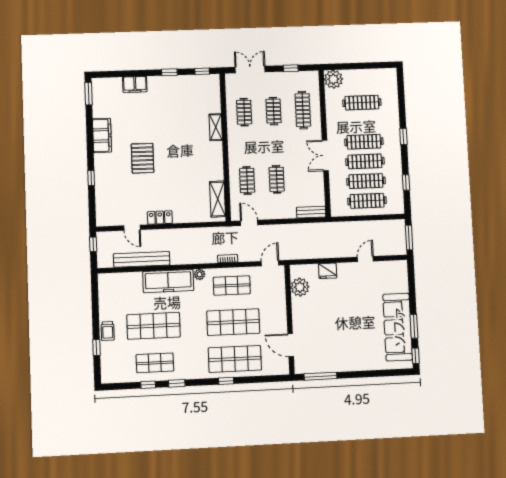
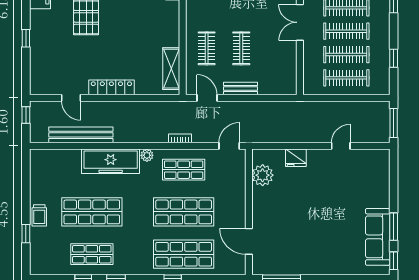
bench: (311, 212) -> (241, 88), moved
locker: (160, 218) -> (111, 87), width x1.53
sofa: (398, 327) -> (378, 237), width x0.74, depth x0.79

